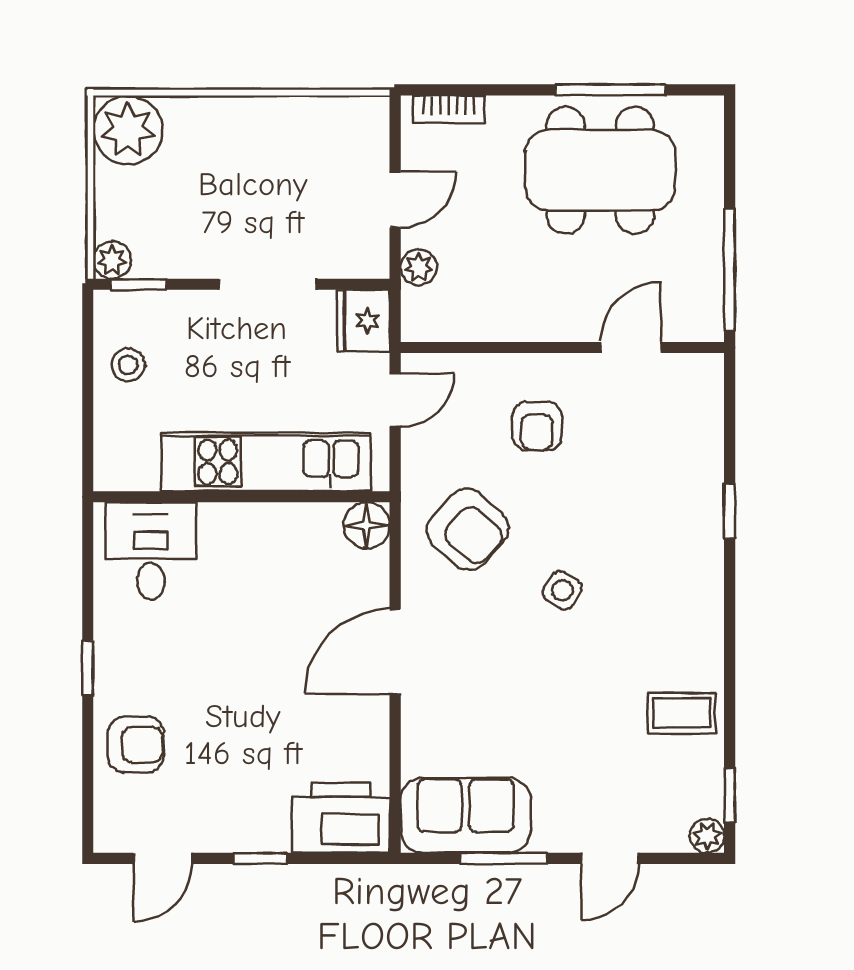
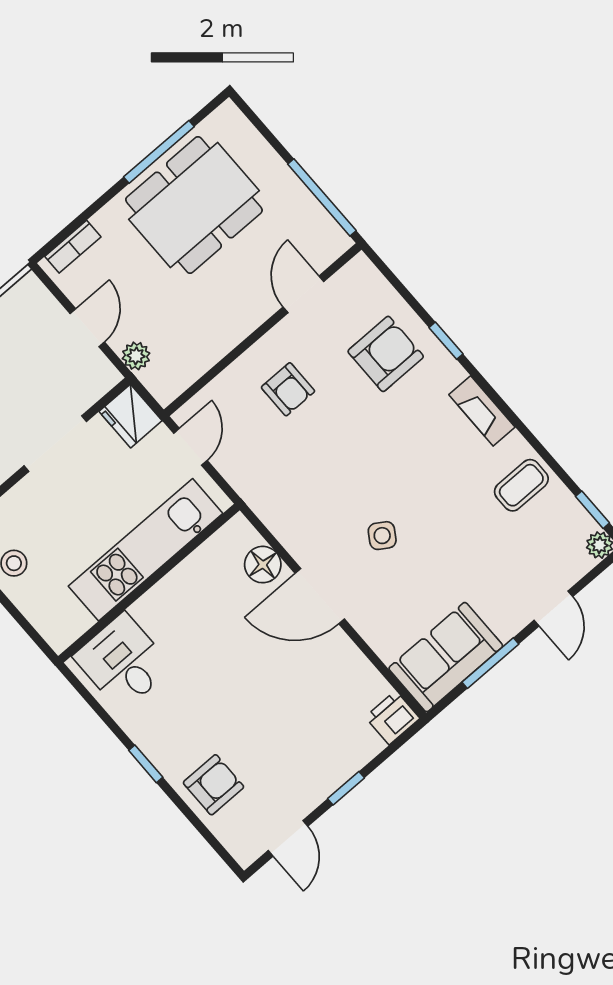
floor lamp: (367, 525) -> (263, 565), moved
armchair: (468, 529) -> (386, 354), moved, turned -42
side table: (562, 590) -> (382, 536), moved
fireplace: (706, 609) -> (482, 411), added
door: (395, 652) -> (320, 596), hinge flipped
printer: (341, 818) -> (392, 718), width x0.53, depth x0.68

